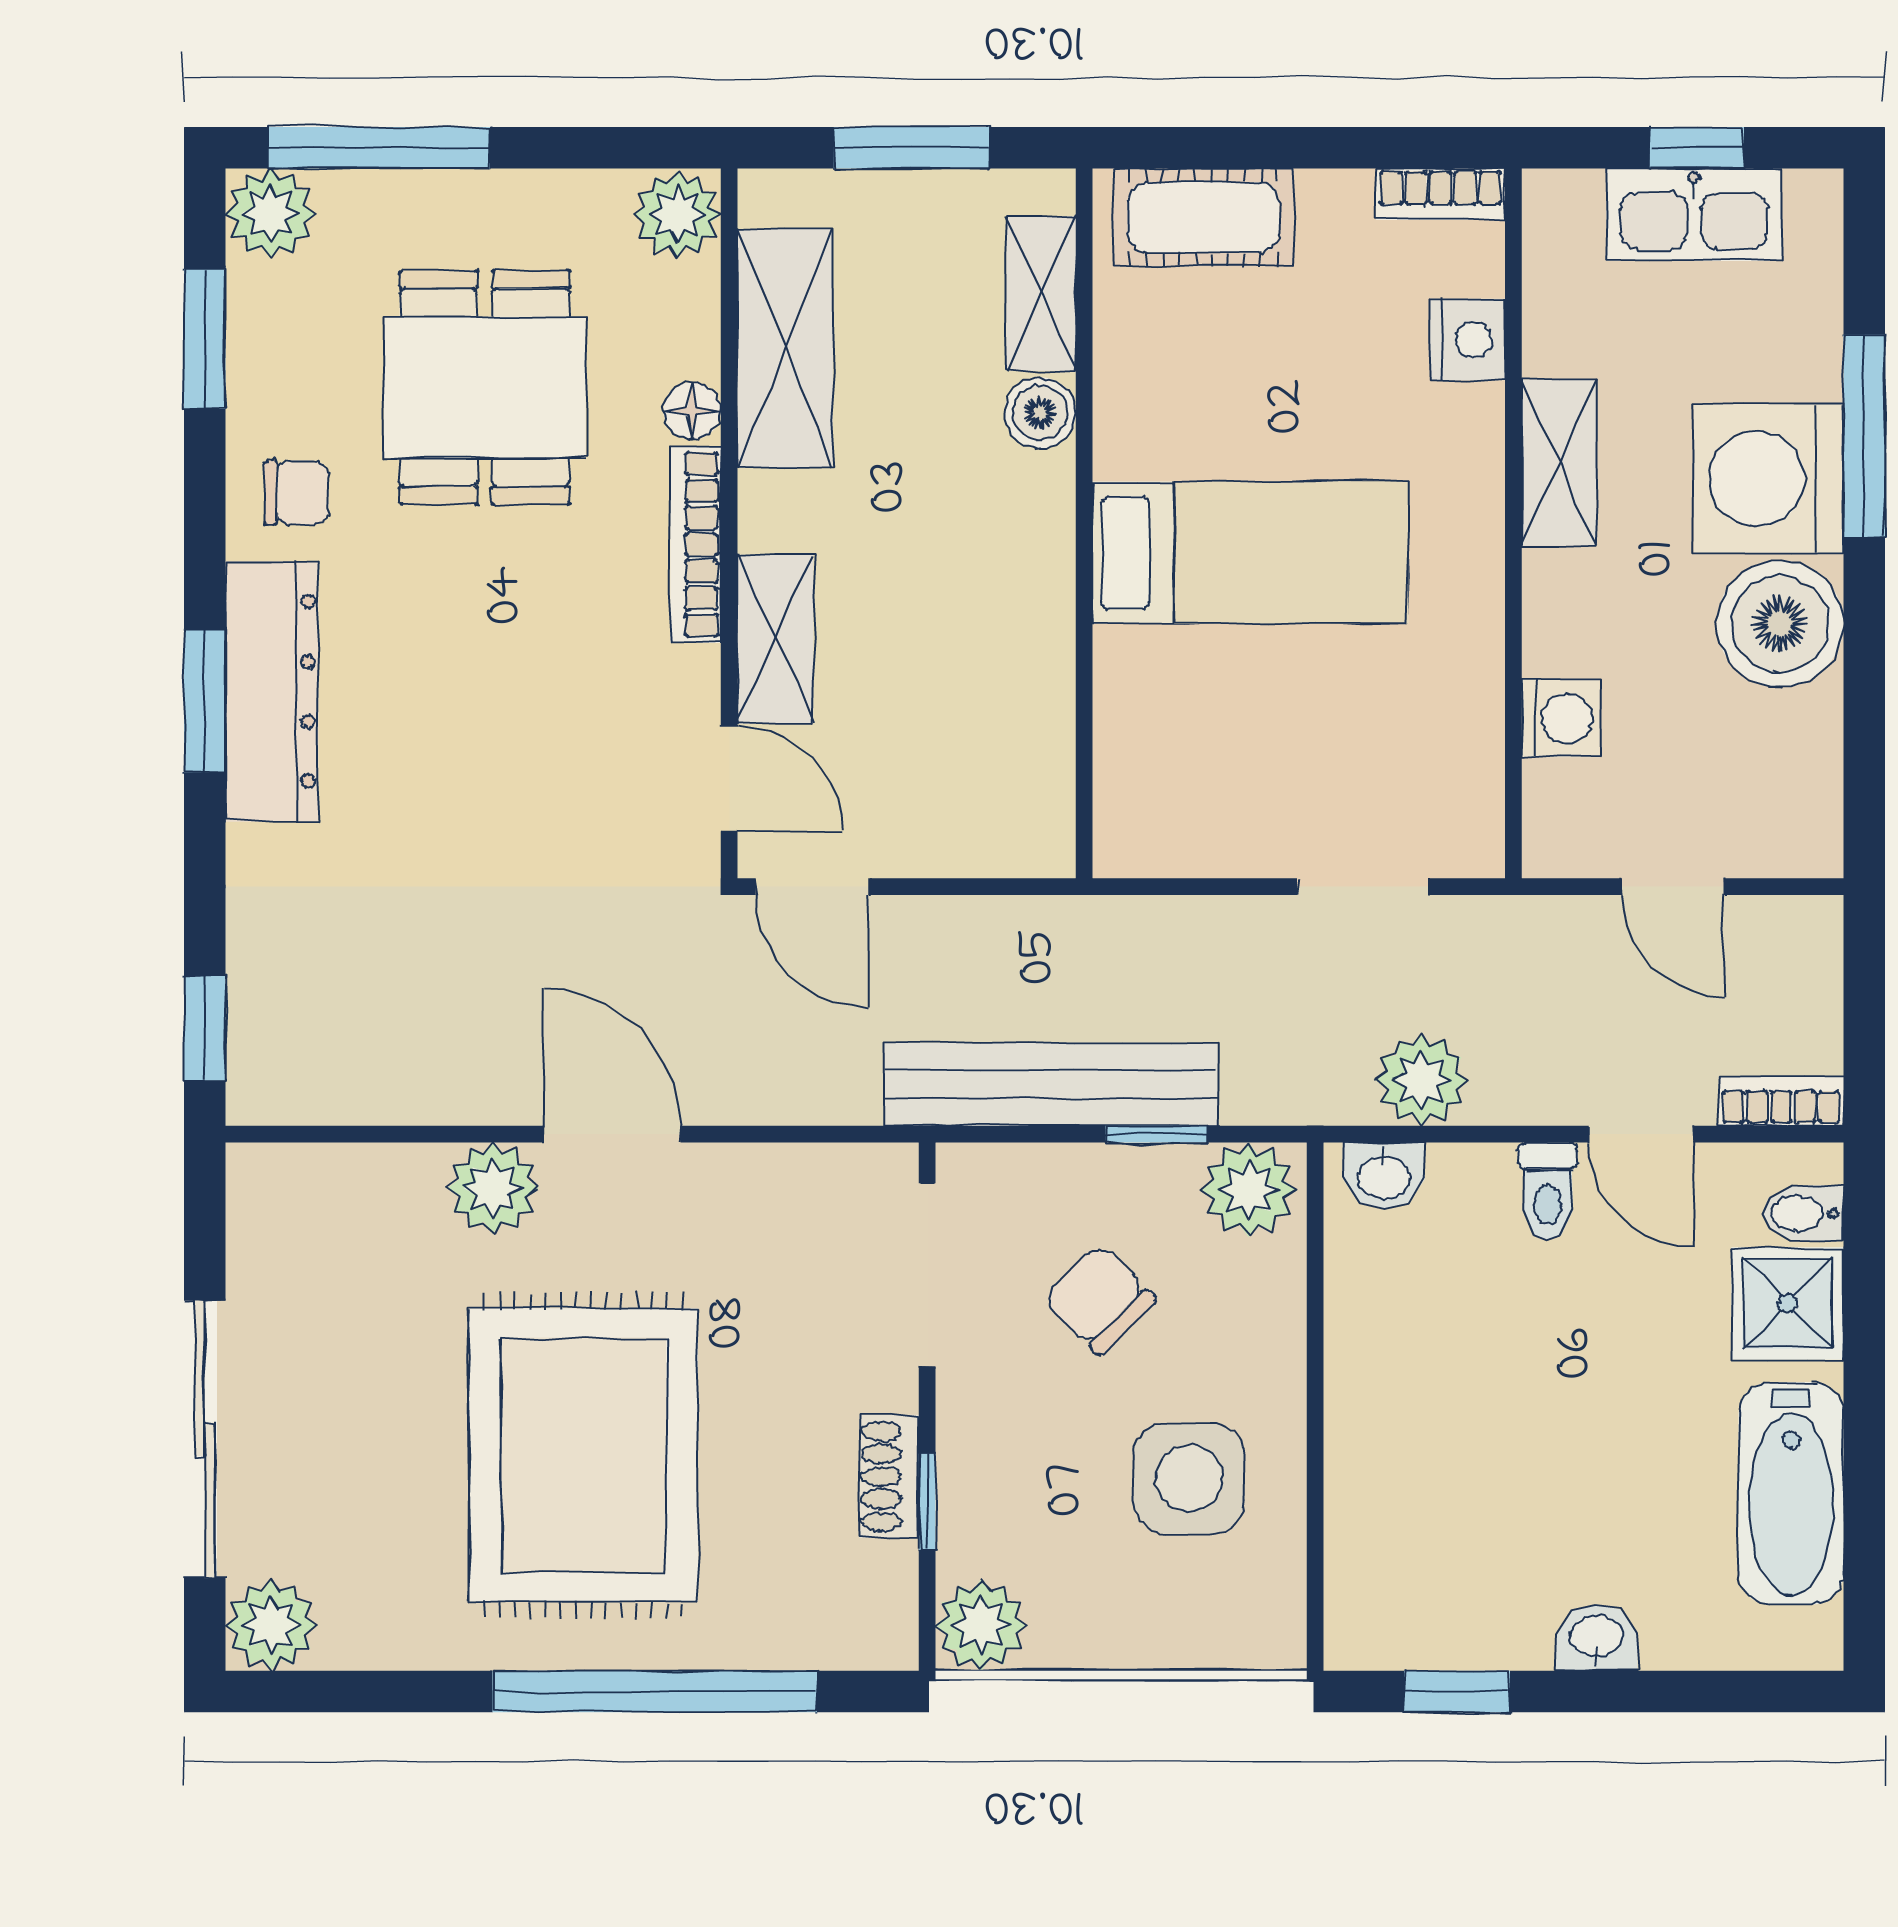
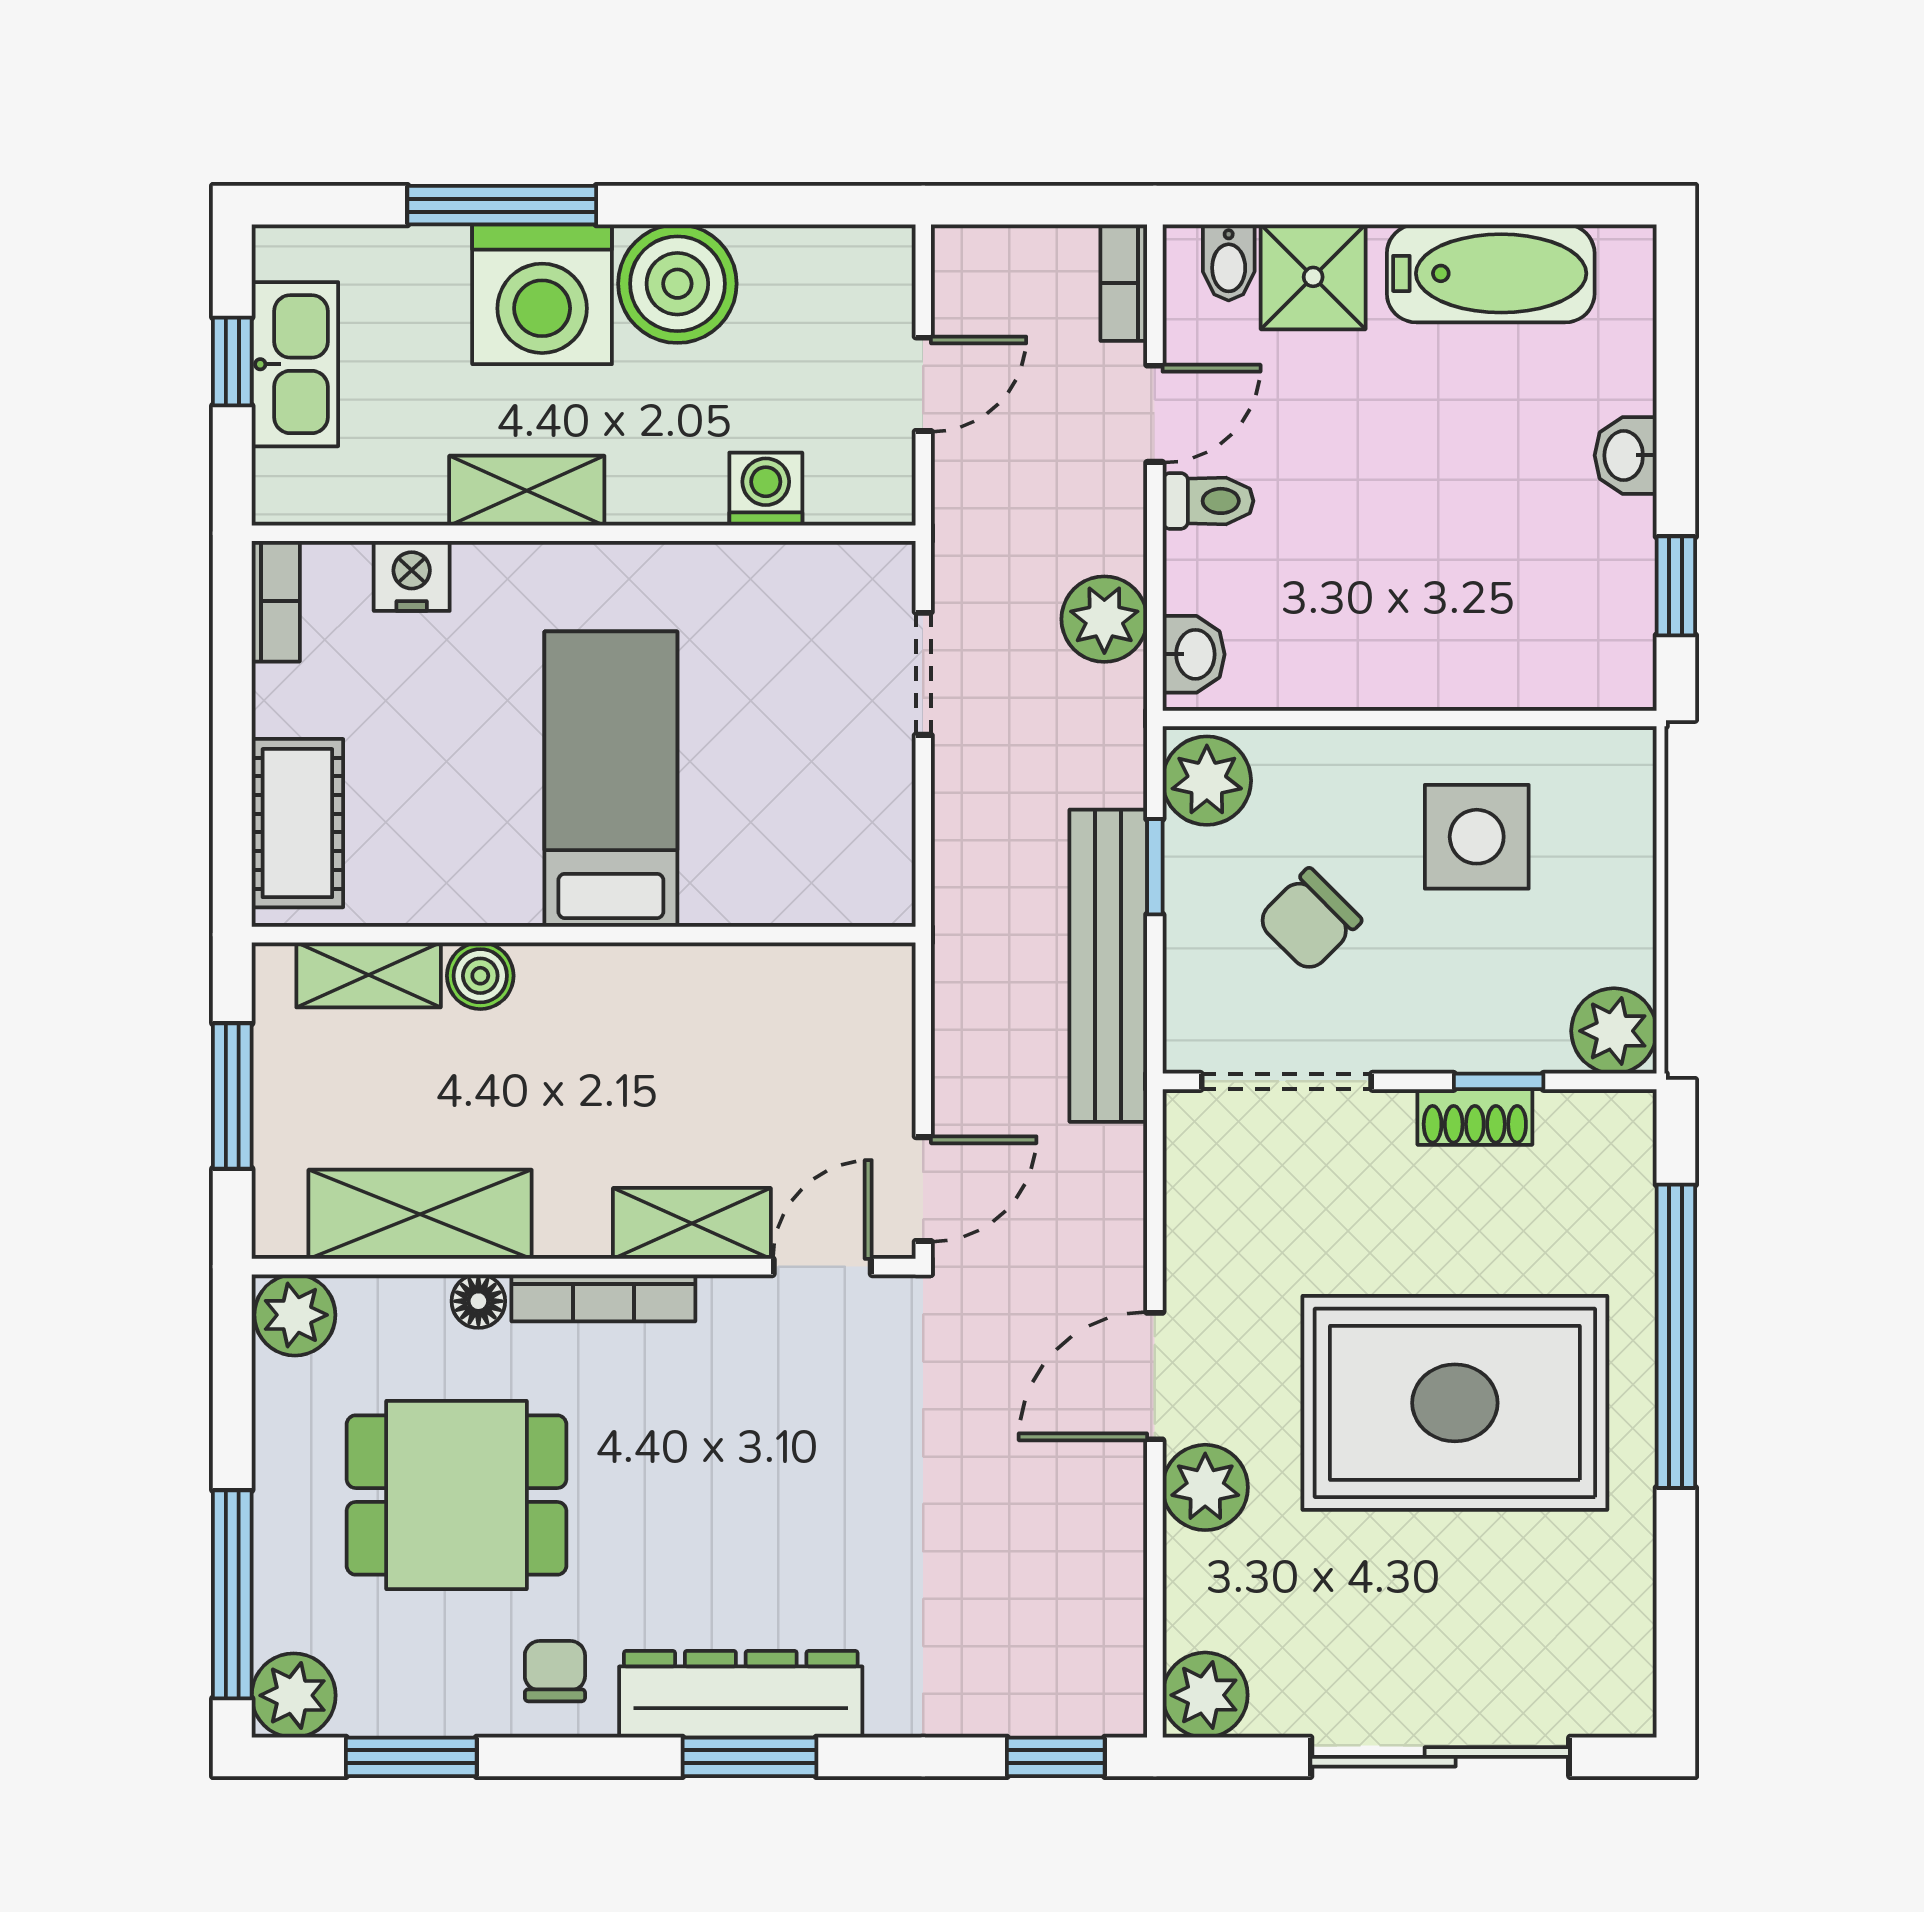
plant: (271, 1625) -> (1205, 1695), moved

